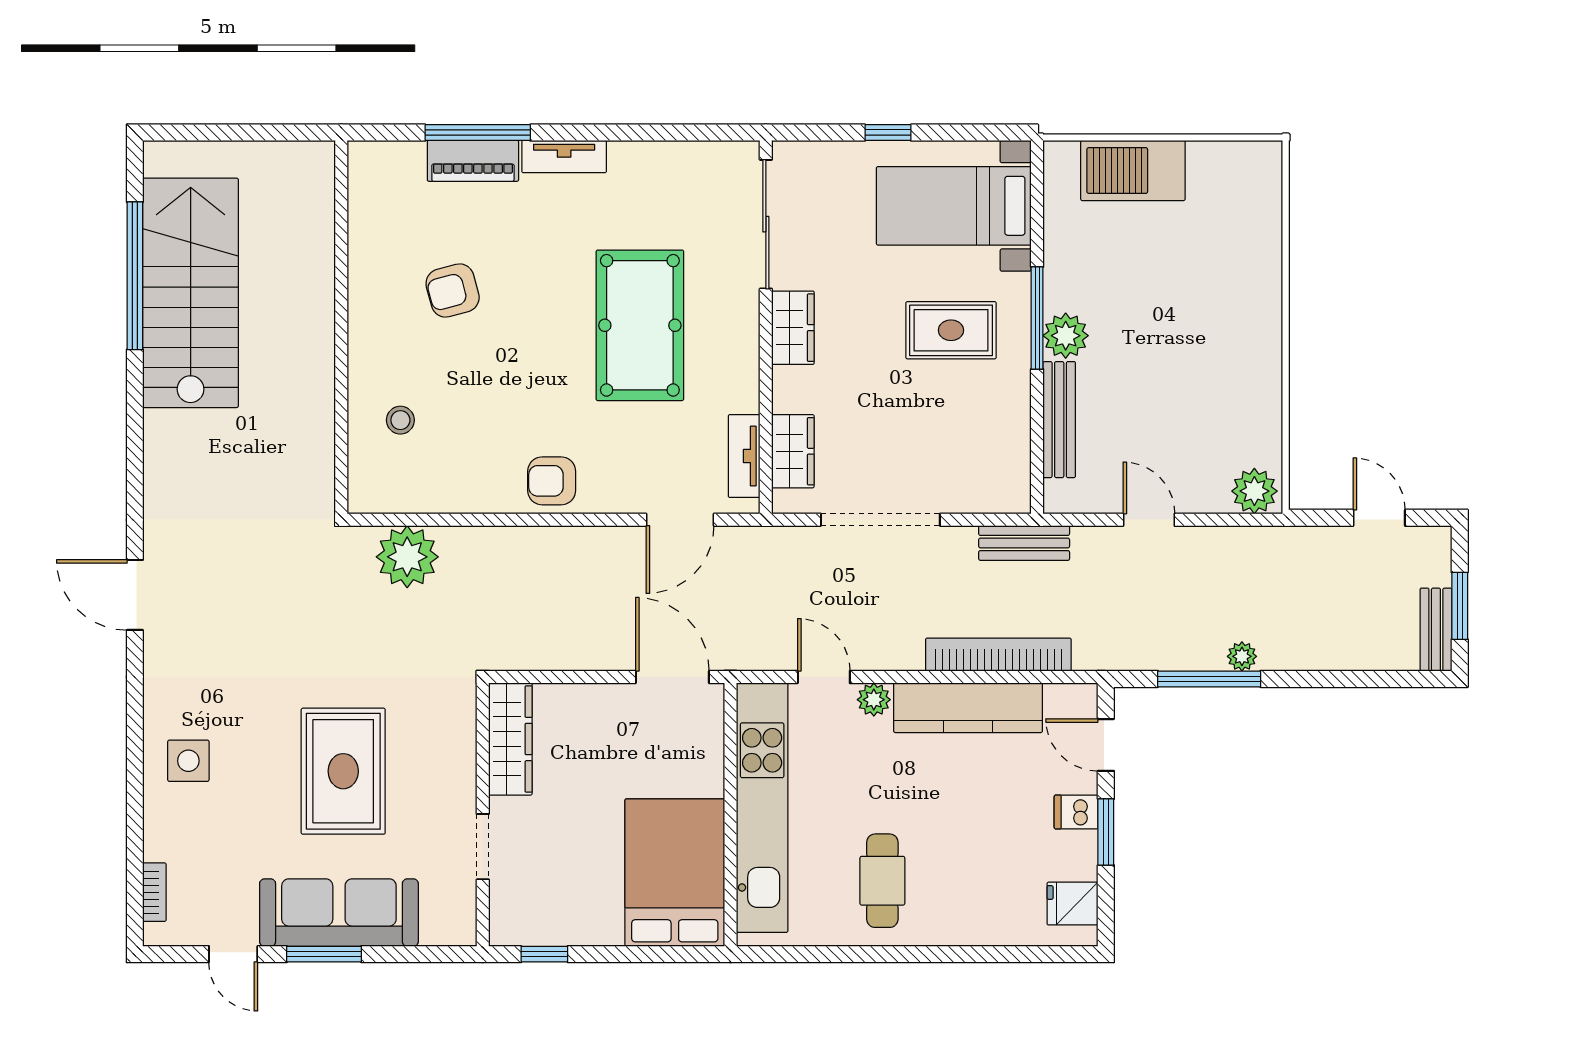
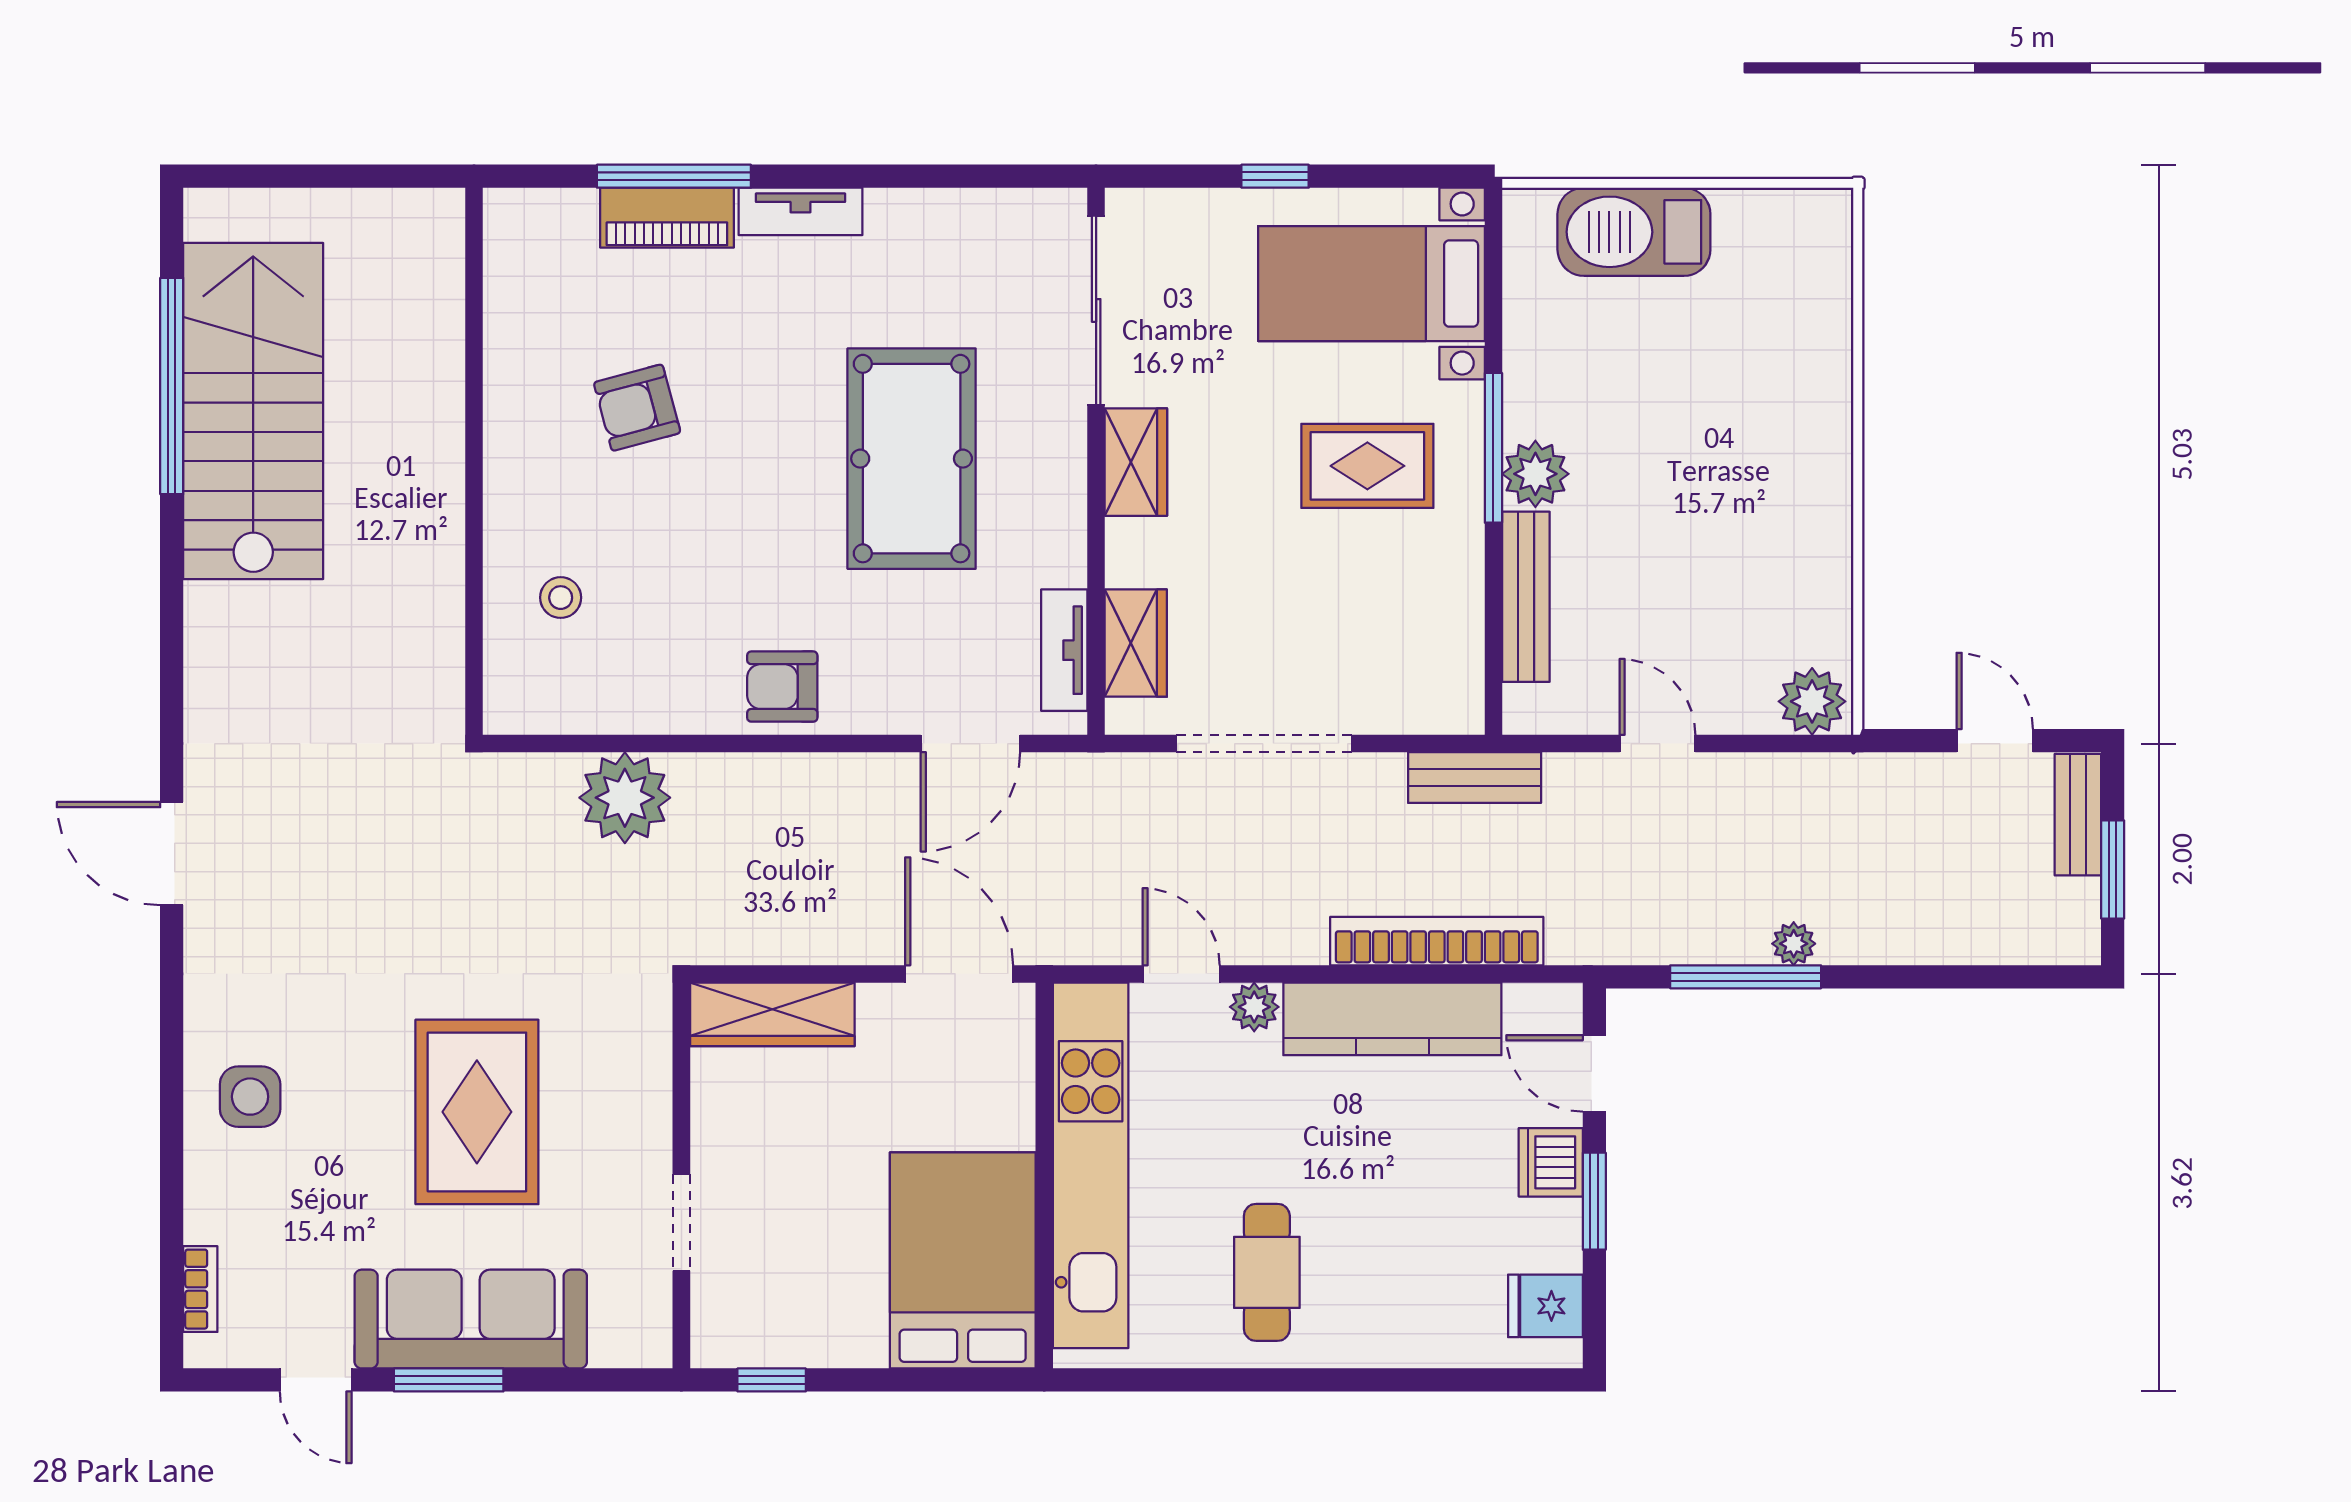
plant: (407, 557) -> (625, 798), moved
bench: (1436, 630) -> (2078, 815), moved
wardrobe: (510, 739) -> (772, 1014), moved, turned 90
dishwasher: (1076, 812) -> (1551, 1162), width x1.38

